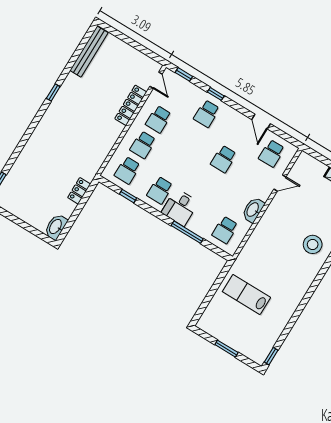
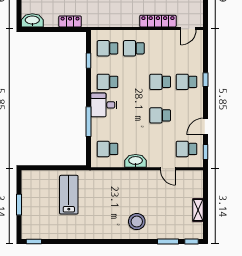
window: (184, 74) -> (205, 152), moved
school desk: (158, 119) -> (160, 82), moved

